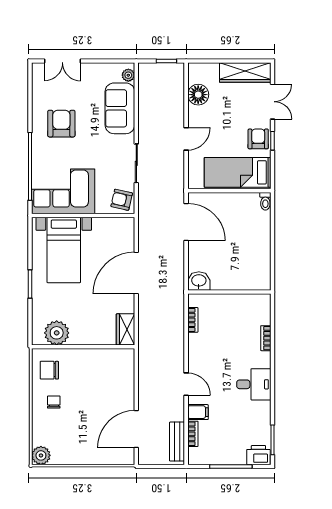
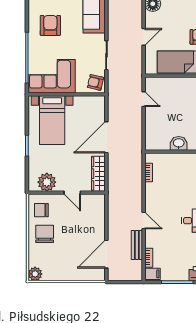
door: (186, 222) -> (144, 99), width x0.53
washbasin: (199, 281) -> (179, 143), moved
wardrobe: (126, 329) -> (98, 174), width x1.50
door: (91, 347) -> (72, 193), added
chair: (54, 402) -> (45, 234), width x1.87, depth x1.87
filing cabinet: (198, 412) -> (153, 274), moved
bench: (177, 442) -> (137, 245), moved

